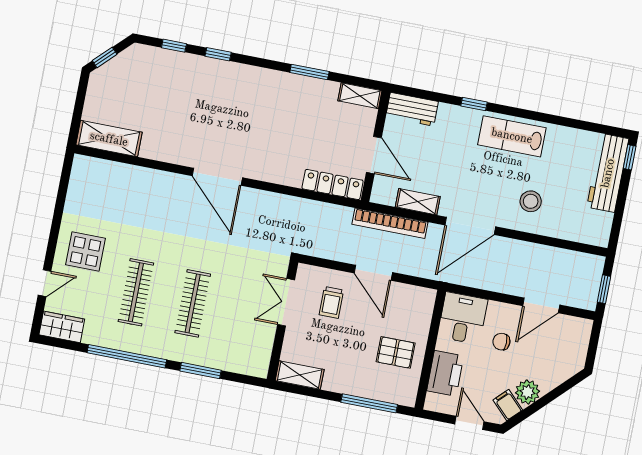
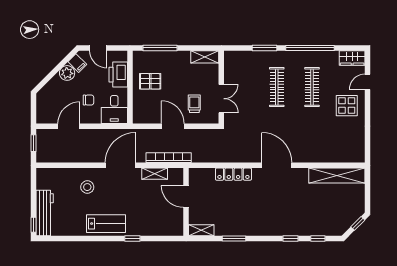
workbench: (412, 109) -> (169, 228), removed
shelving: (109, 139) -> (337, 176), width x1.47
locker: (333, 184) -> (233, 174), moved

